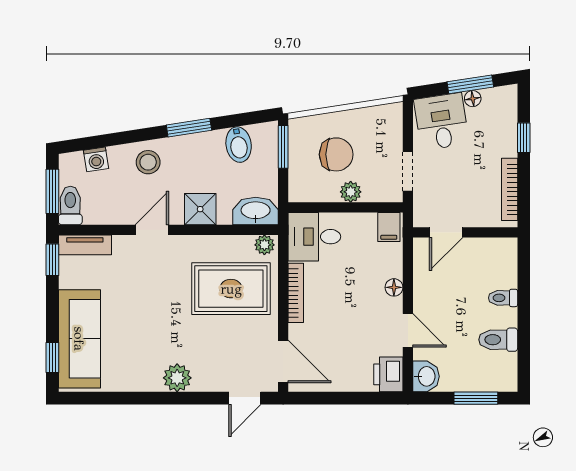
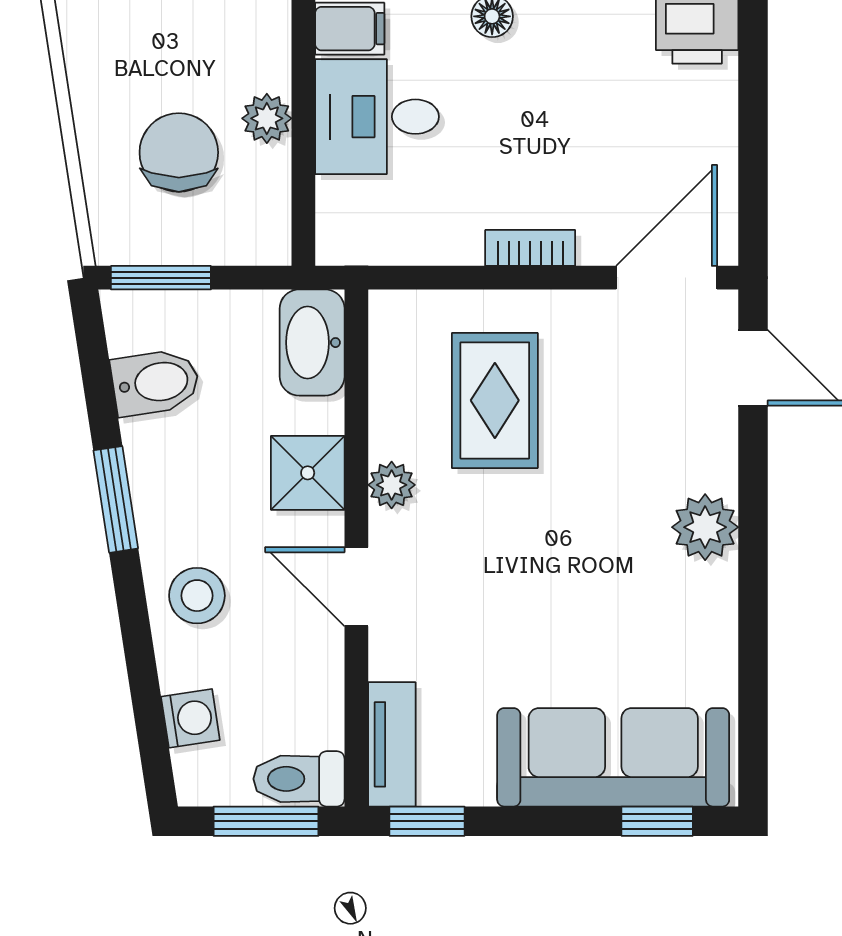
desk: (314, 237) -> (377, 117), moved, turned 90
plant: (264, 245) -> (392, 485), moved
rug: (231, 289) -> (495, 400), width x0.73, depth x0.70
bookcase: (296, 293) -> (530, 248), width x0.64

